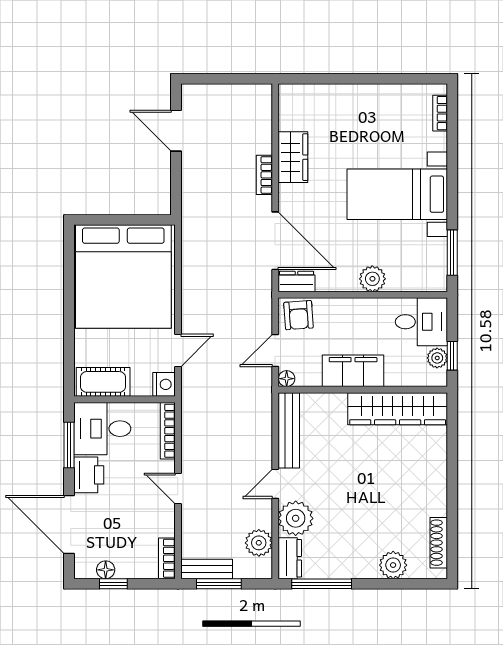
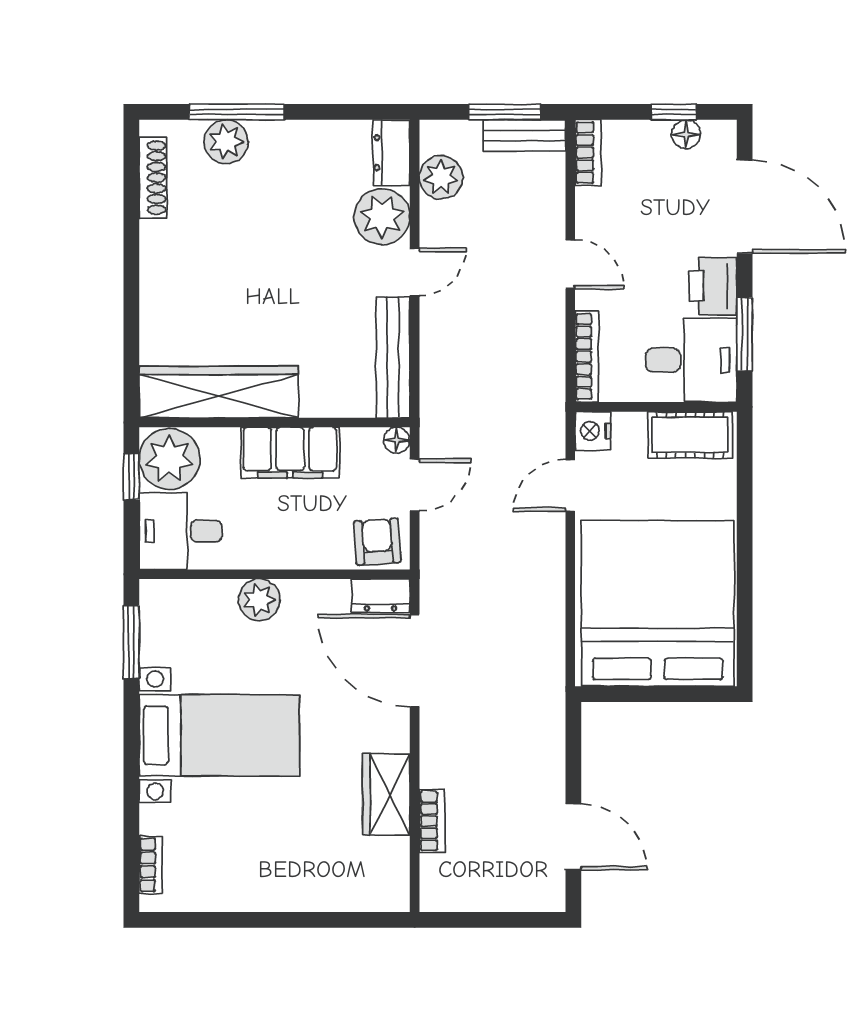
bookcase: (264, 175) -> (432, 821), moved
plant: (437, 358) -> (170, 459), width x1.88, depth x1.88
window: (322, 584) -> (237, 112), moved

